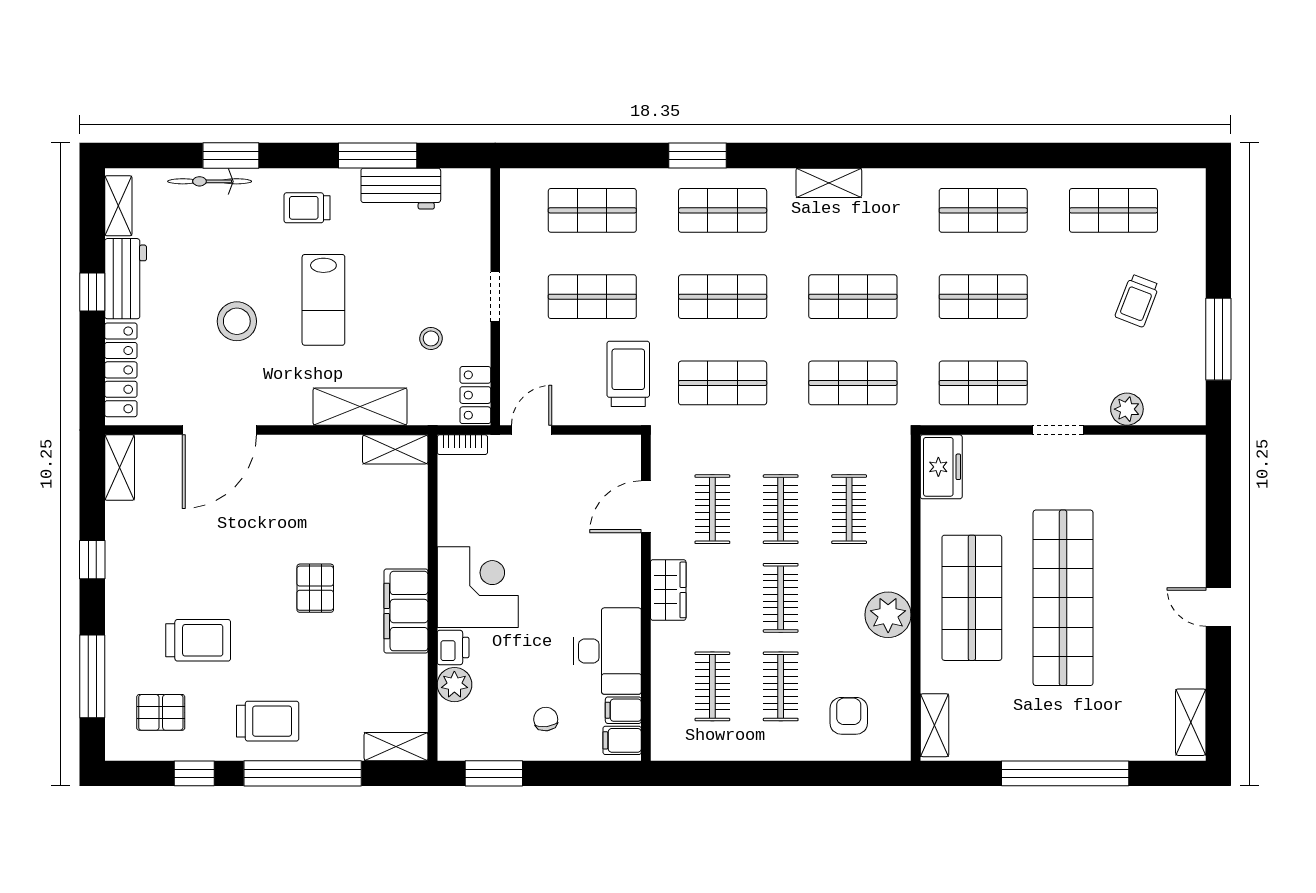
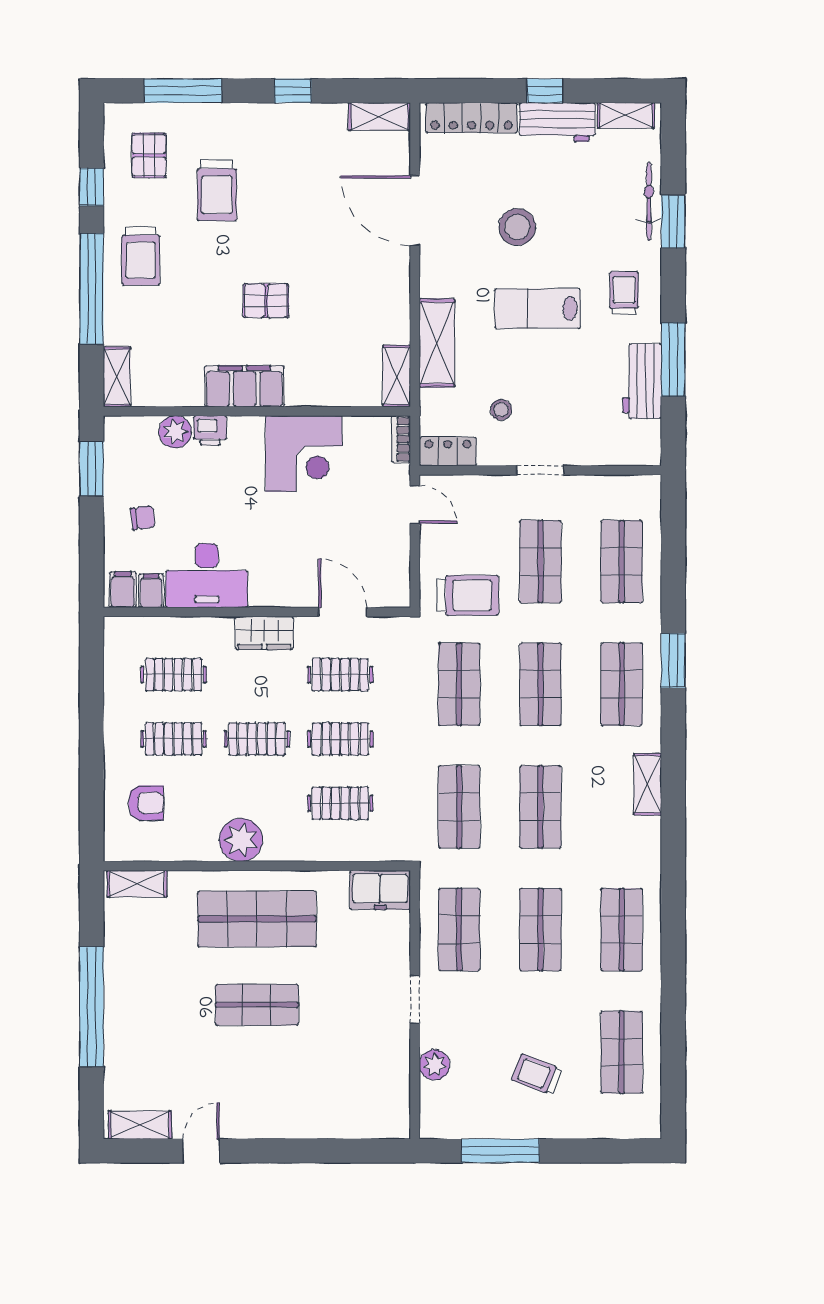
corner desk: (478, 587) -> (304, 454), moved
shop shelf: (1063, 598) -> (257, 1005), width x0.50, depth x0.74
door: (1218, 607) -> (201, 1151), moved

